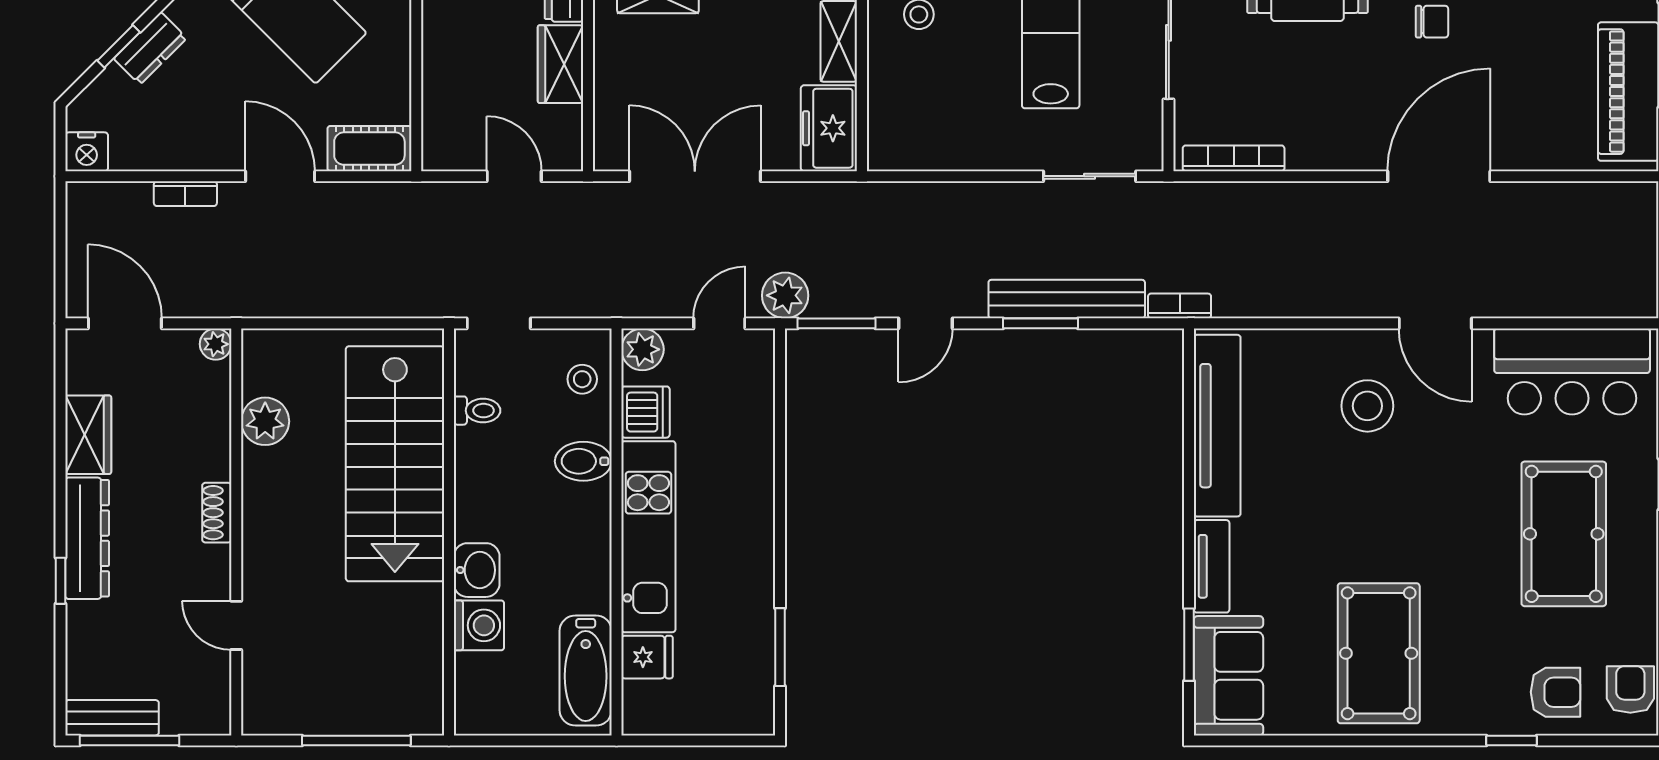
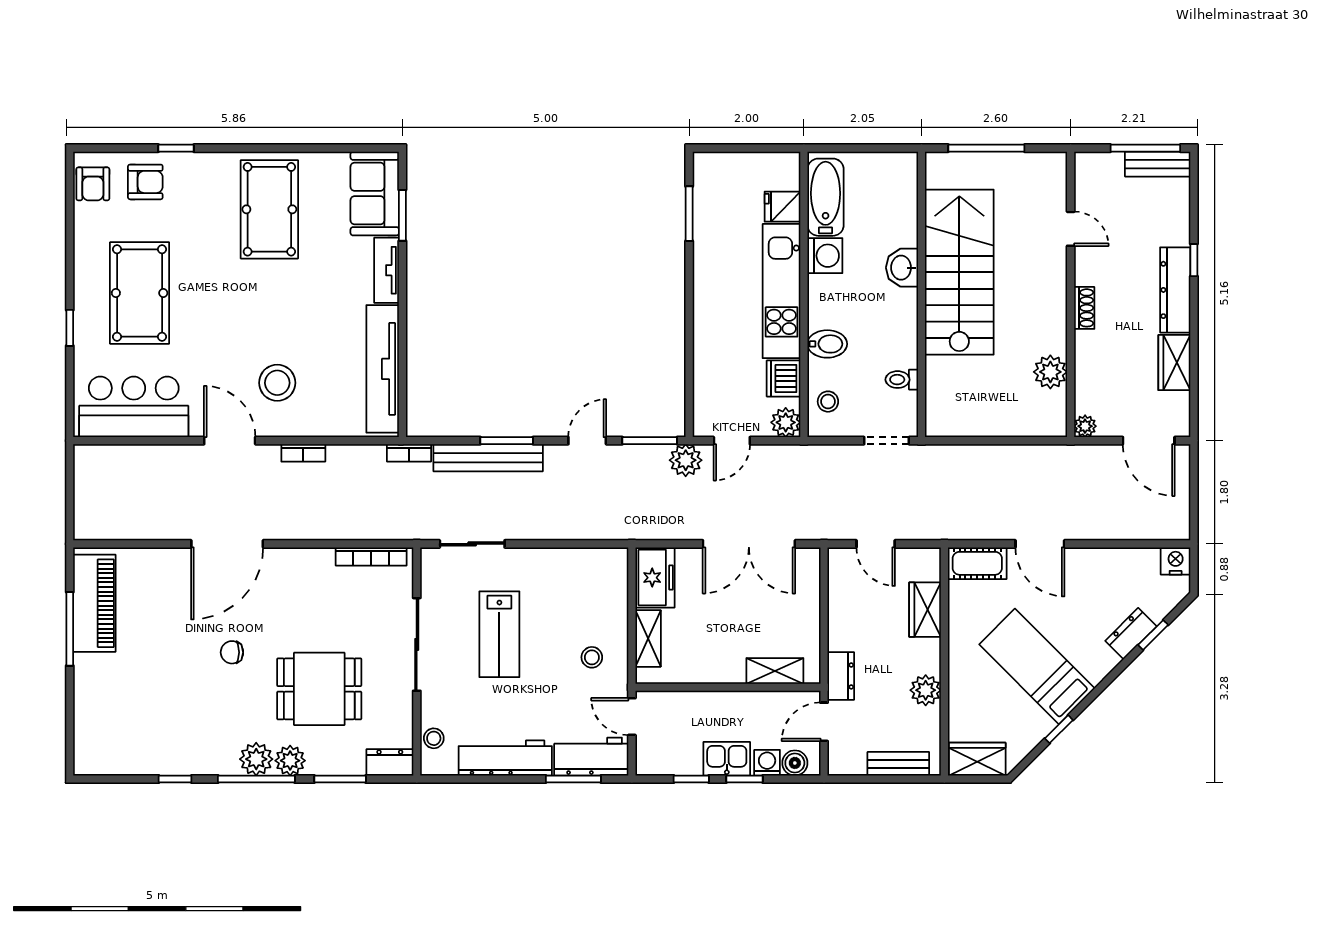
wardrobe: (560, 64) -> (925, 610), moved, turned 180
bookcase: (185, 194) -> (303, 453), moved, turned 180
stairs: (395, 464) -> (959, 272), moved
washing machine: (479, 625) -> (825, 256), moved, turned 180
armchair: (1556, 692) -> (145, 182), turned 180

